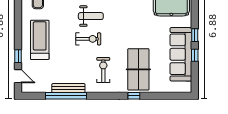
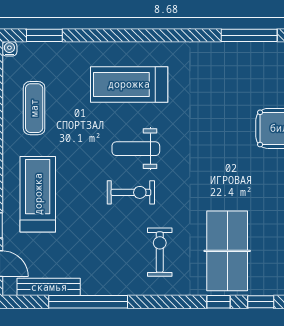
weight bench: (91, 16) -> (136, 149), turned 180
bench: (68, 88) -> (49, 287), moved
window: (156, 96) -> (261, 302), added

